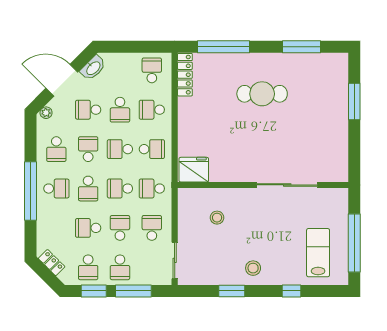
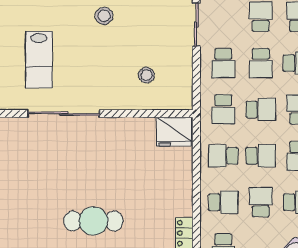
school desk: (152, 189) -> (223, 109), turned 90
lab bench: (318, 253) -> (39, 60), moved

